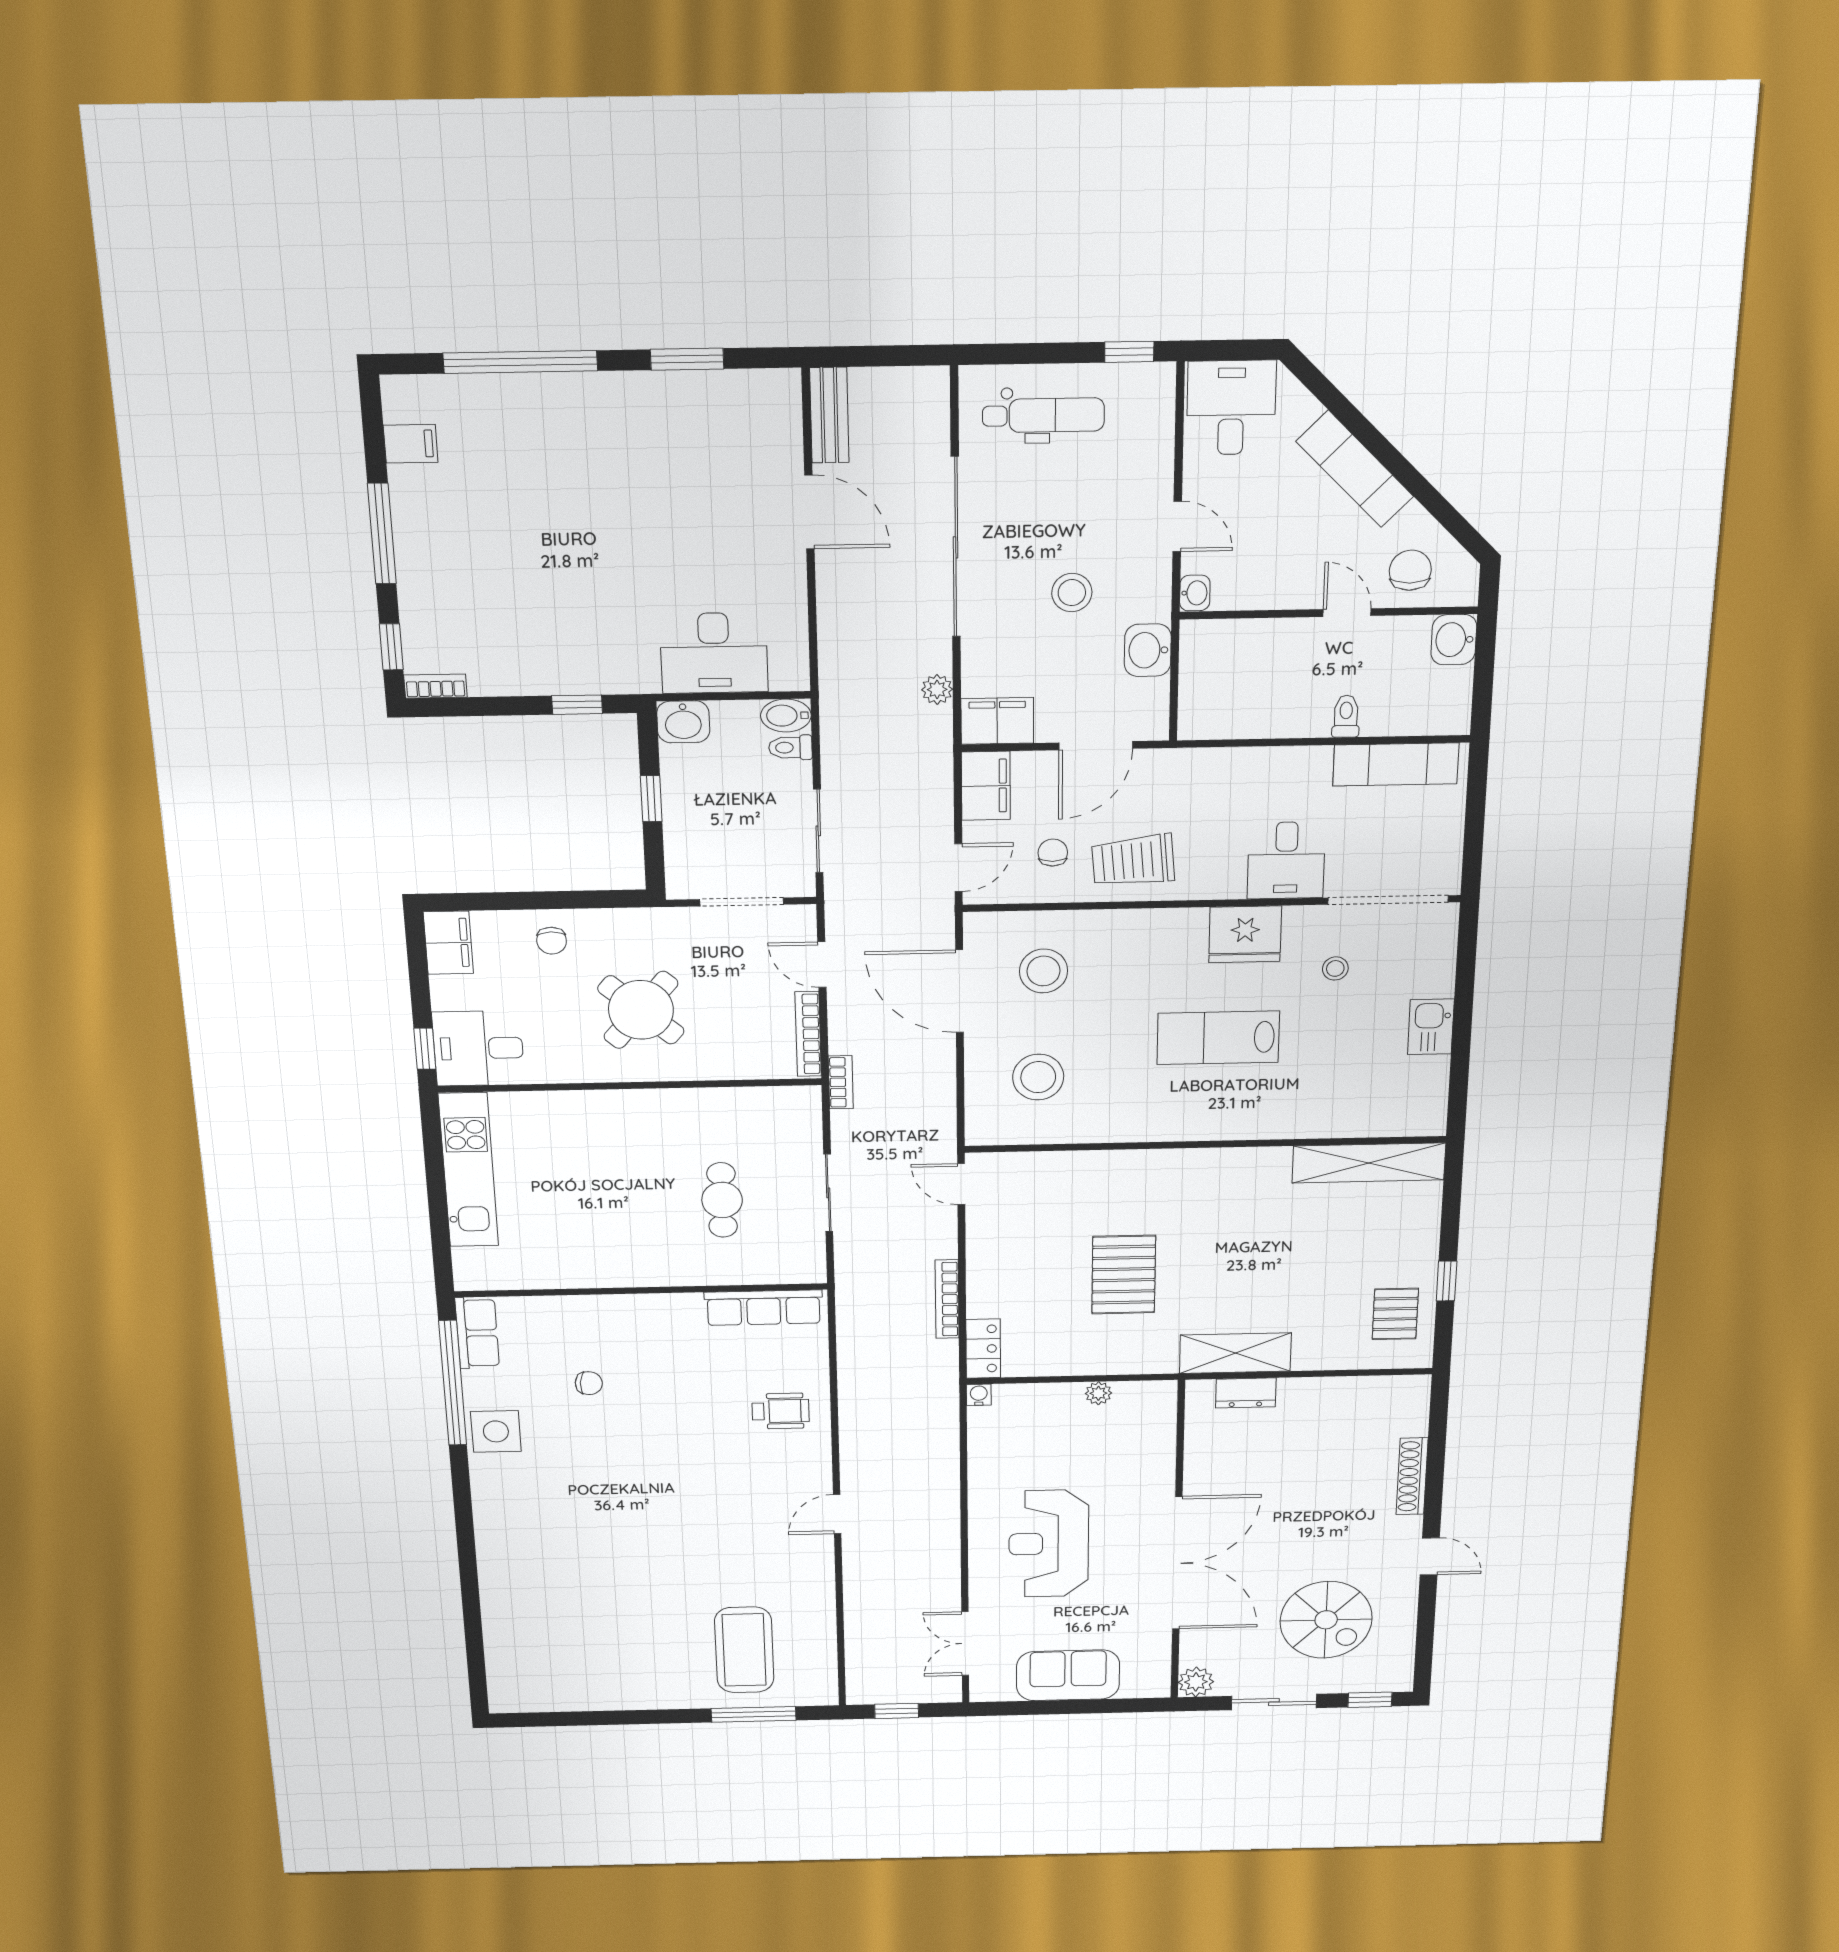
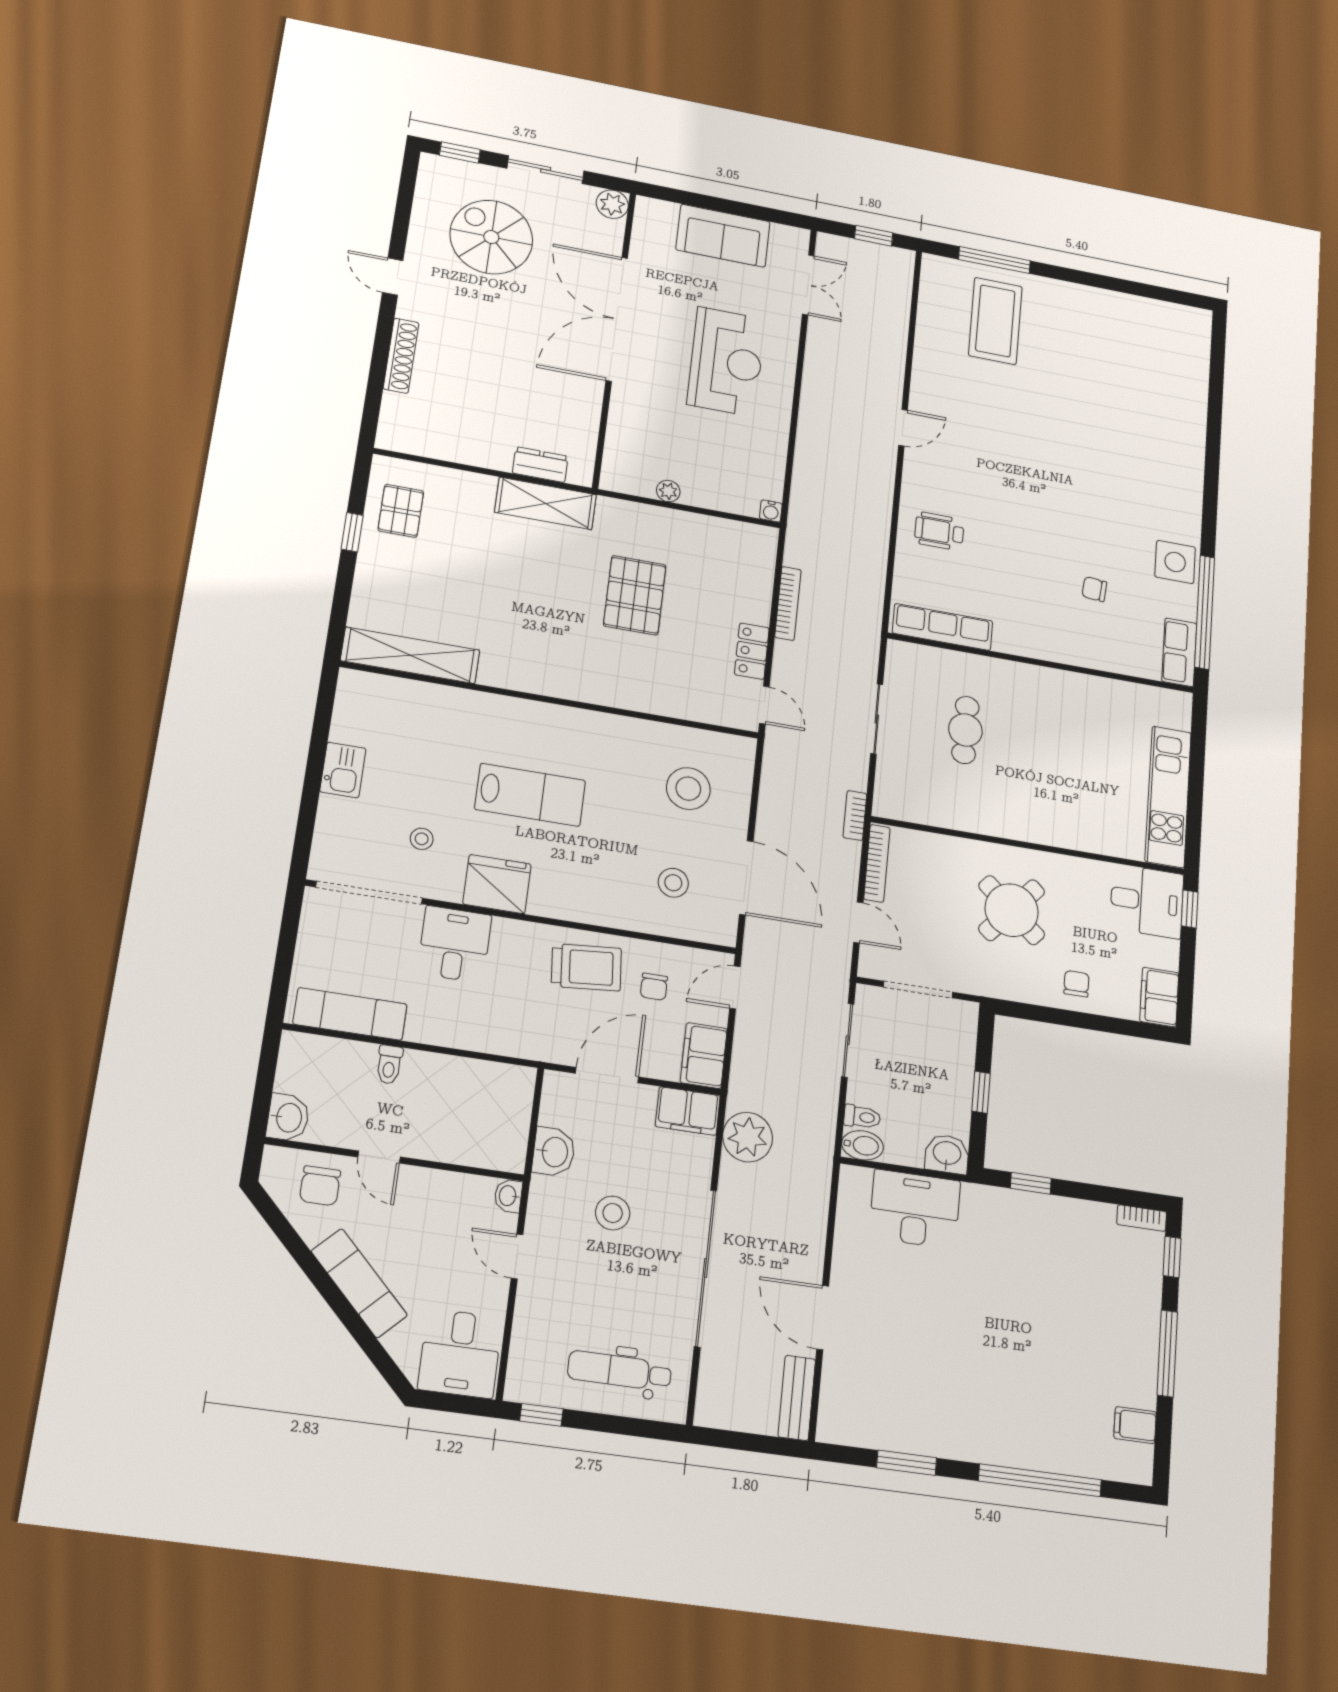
plant: (937, 689) -> (748, 1137), width x1.87, depth x1.87
stool: (1044, 971) -> (673, 883), width x0.73, depth x0.73
locker: (983, 1349) -> (752, 651), moved

